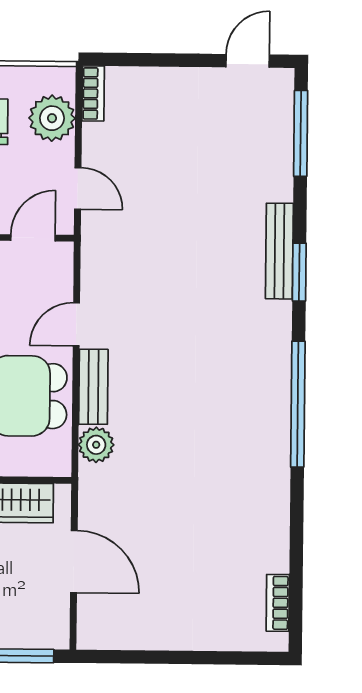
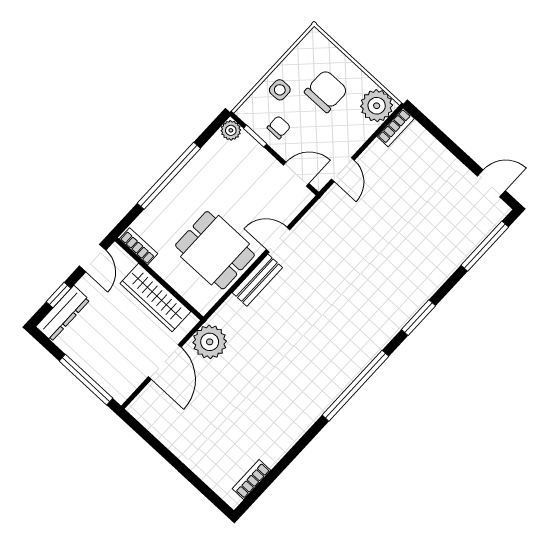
plant: (52, 118) -> (377, 106), moved
bench: (279, 251) -> (418, 297), removed
plant: (96, 445) -> (210, 342), moved, width x1.36, depth x1.36

